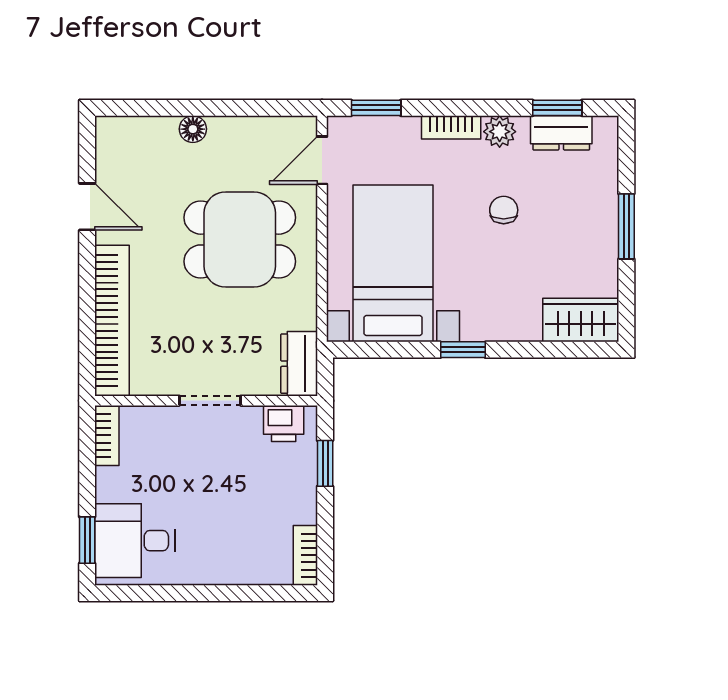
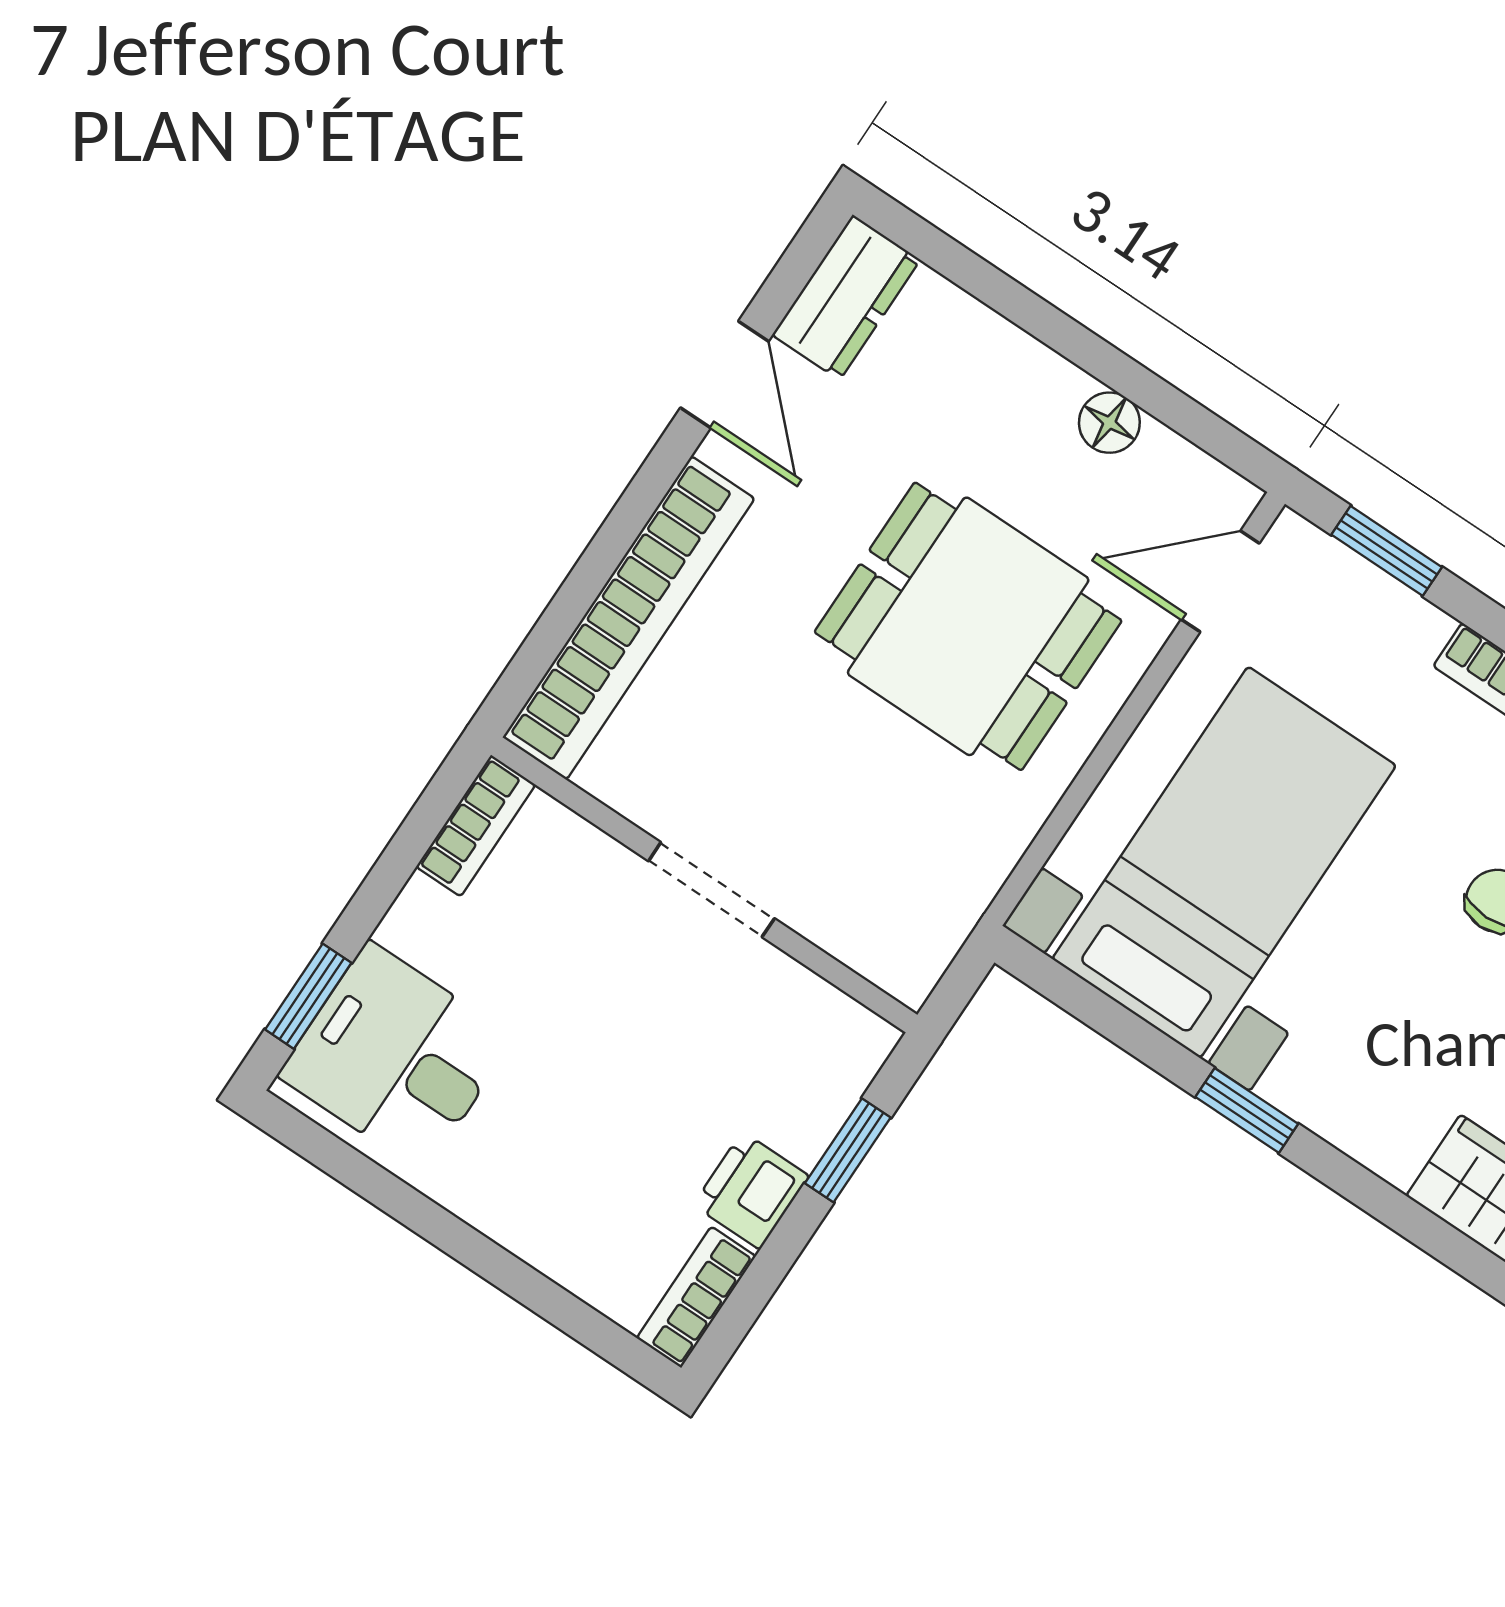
floor lamp: (193, 129) -> (1109, 423), moved
dresser: (299, 364) -> (846, 297), moved, turned 180
printer: (284, 423) -> (751, 1191), moved, turned 90

